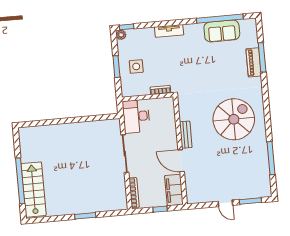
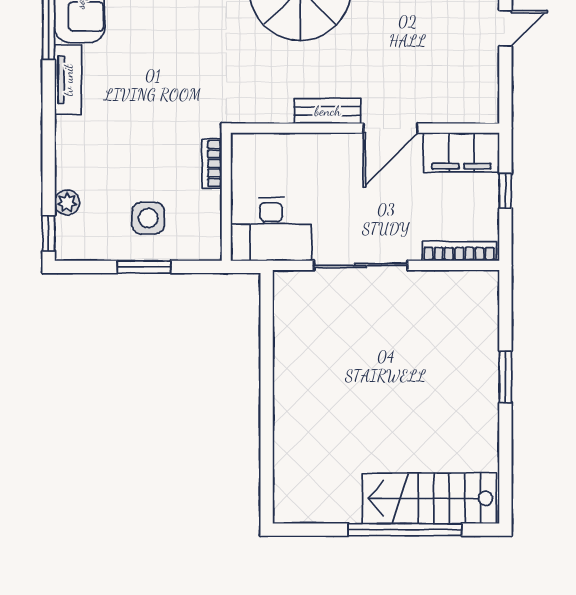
tv unit: (169, 31) -> (68, 80), moved
plant: (121, 35) -> (67, 203), moved

